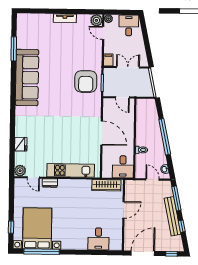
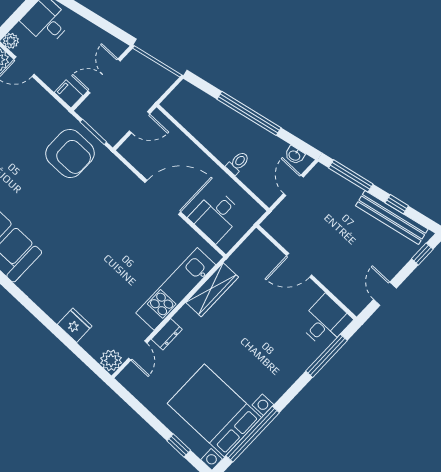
desk: (123, 167) -> (216, 216), moved, turned 90
door: (33, 178) -> (138, 351), hinge flipped
door: (153, 179) -> (293, 185), hinge flipped
wardrobe: (106, 185) -> (212, 290), moved
door: (124, 210) -> (299, 265), swing flipped
bench: (172, 216) -> (392, 217), moved
desk: (98, 239) -> (325, 322), moved, turned -90
window: (98, 253) -> (326, 356), added
door: (143, 253) -> (385, 294), width x0.53

